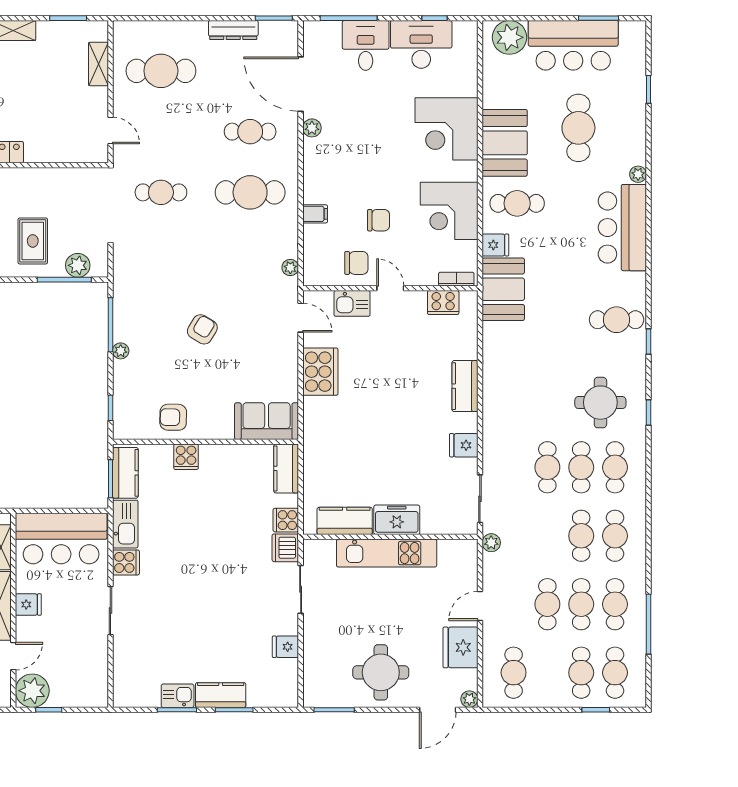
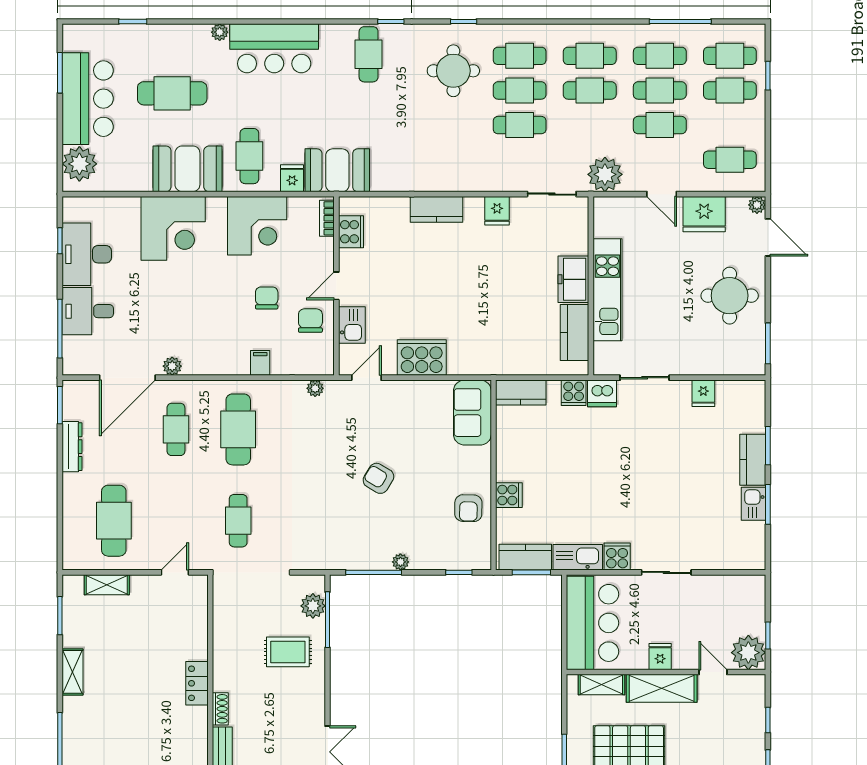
plant: (491, 543) -> (605, 174), width x1.88, depth x1.88

